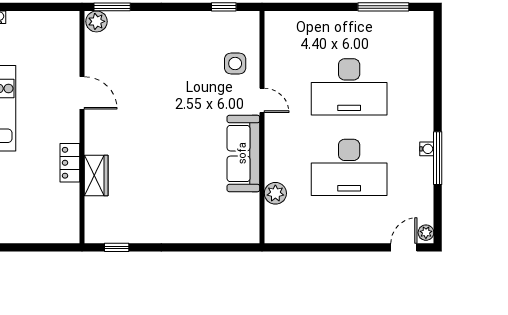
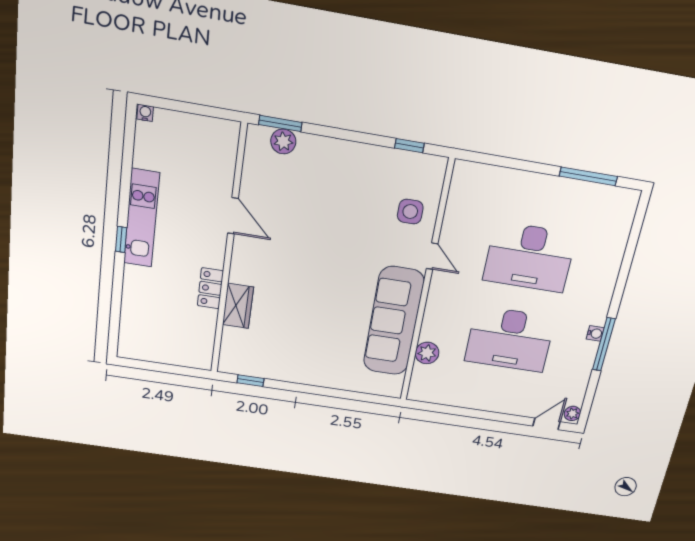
plant: (97, 21) -> (283, 141), moved
sofa: (243, 153) -> (394, 321), width x1.36, depth x1.27

